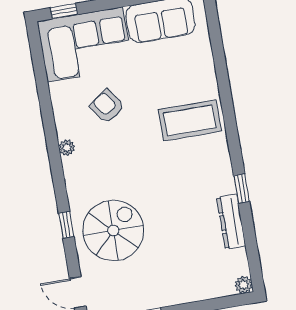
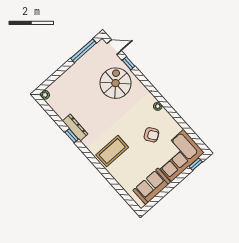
dresser: (231, 222) -> (75, 127), moved
window: (66, 225) -> (129, 63), moved
spiral stairs: (113, 231) -> (115, 83), turned 180

